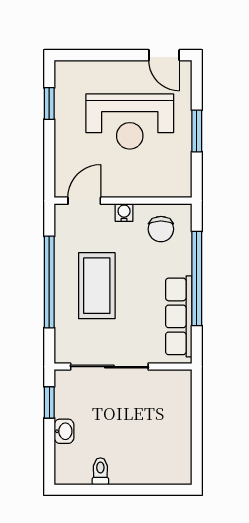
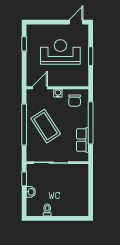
door: (164, 55) -> (76, 22), swing flipped
reception desk: (130, 121) -> (60, 52), turned 180
coffee table: (97, 286) -> (46, 126), turned -33
row of seats: (179, 316) -> (83, 140), width x0.68

